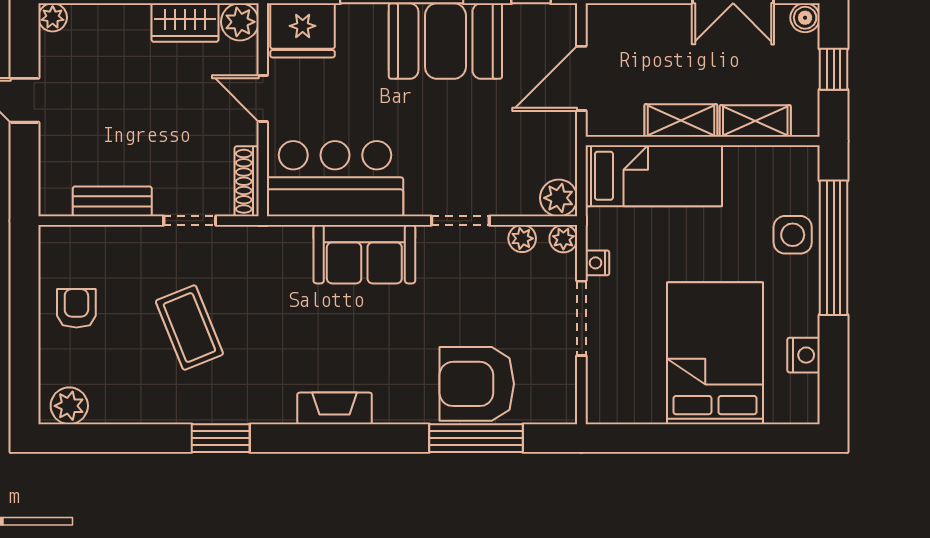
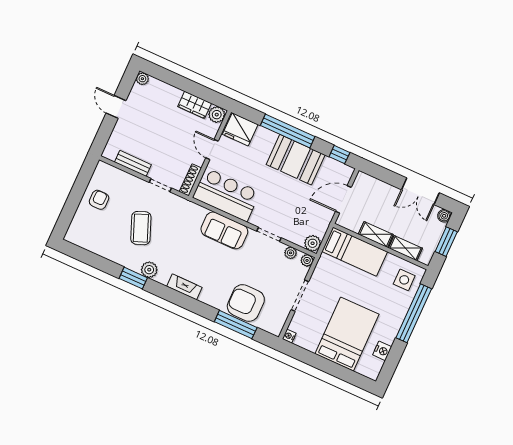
window: (834, 69) -> (446, 242), width x1.50
side table: (793, 235) -> (404, 280), moved
nightstand: (597, 263) -> (289, 336), moved
plant: (69, 406) -> (149, 270), moved

